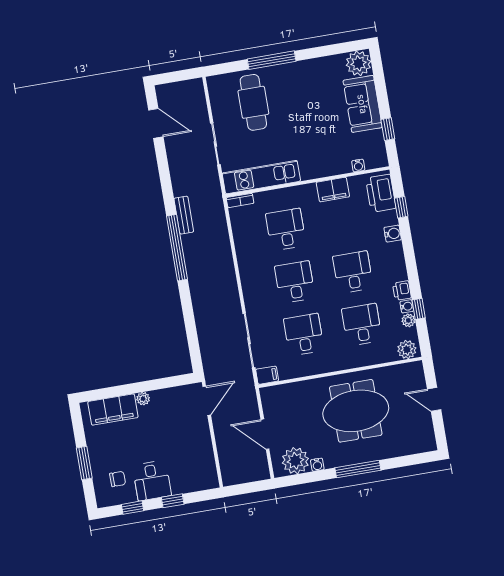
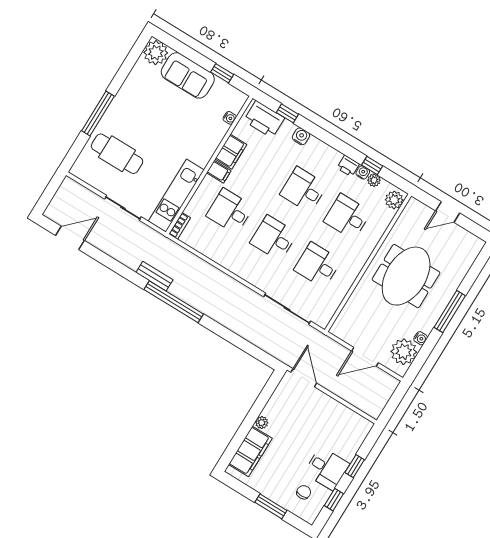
filing cabinet: (267, 375) -> (219, 172), moved, turned 90

